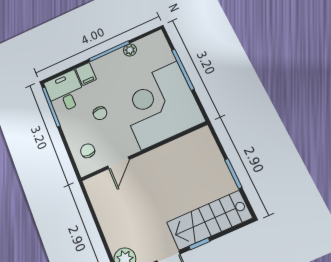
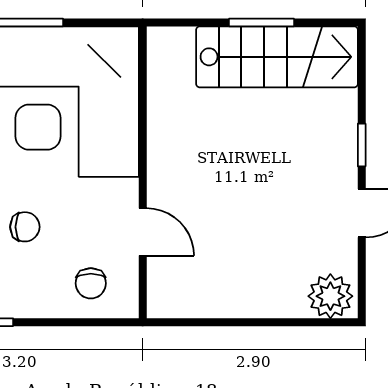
chair: (88, 151) -> (91, 283), turned -90
stairs: (209, 220) -> (277, 57), moved, turned -90

